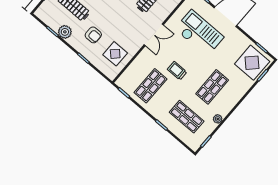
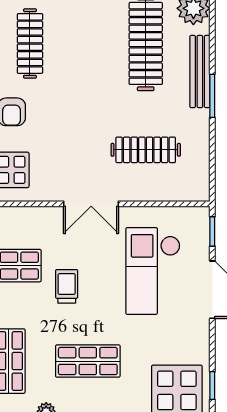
checkout: (199, 33) -> (153, 271), turned 180

